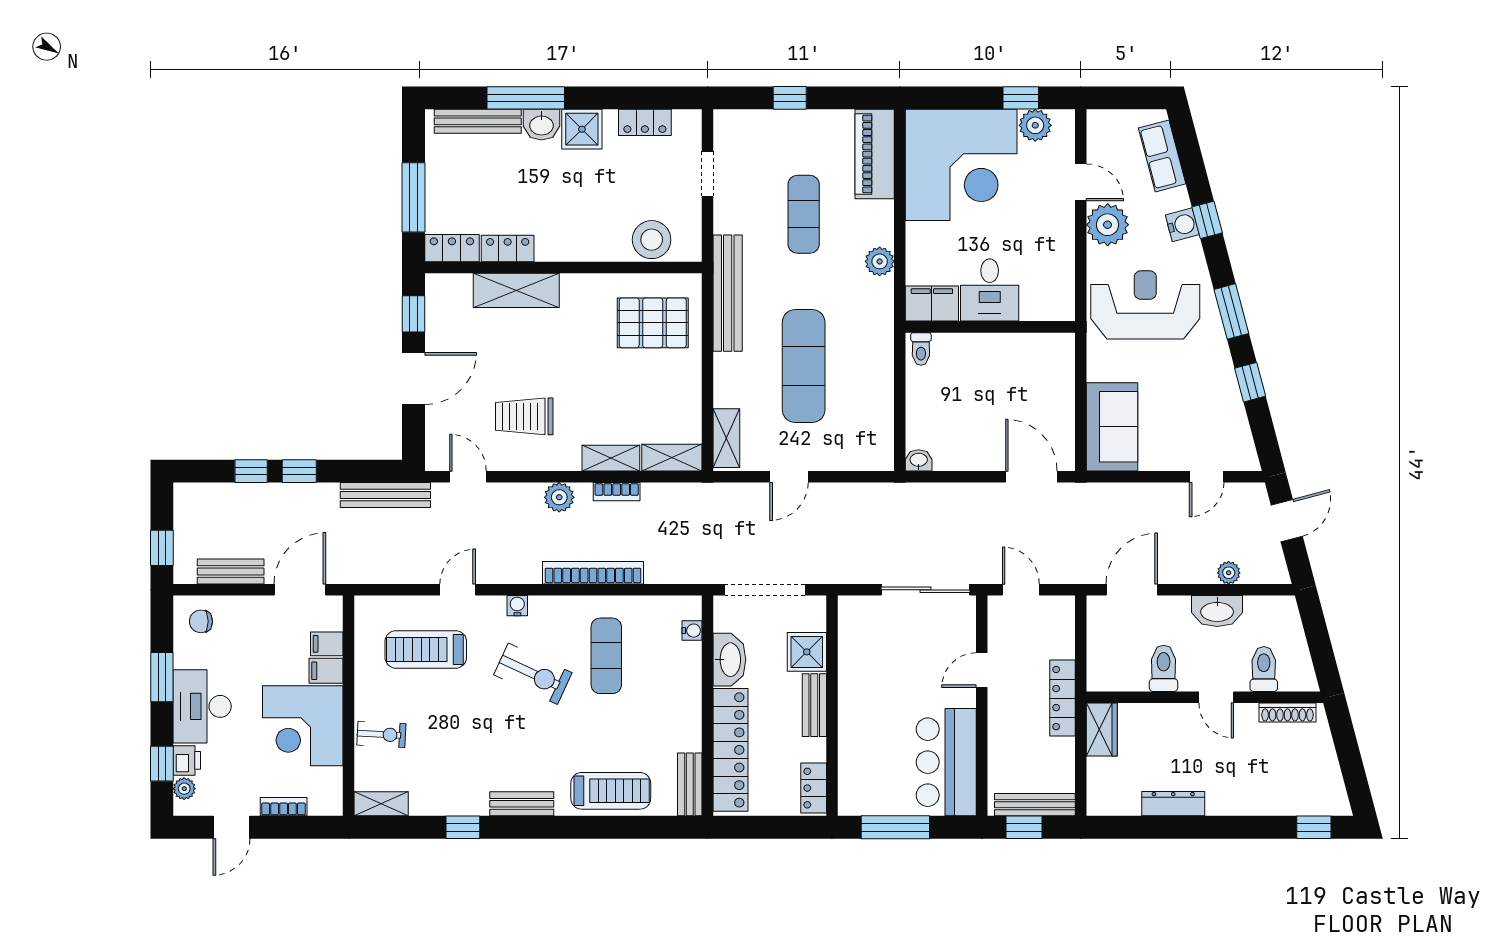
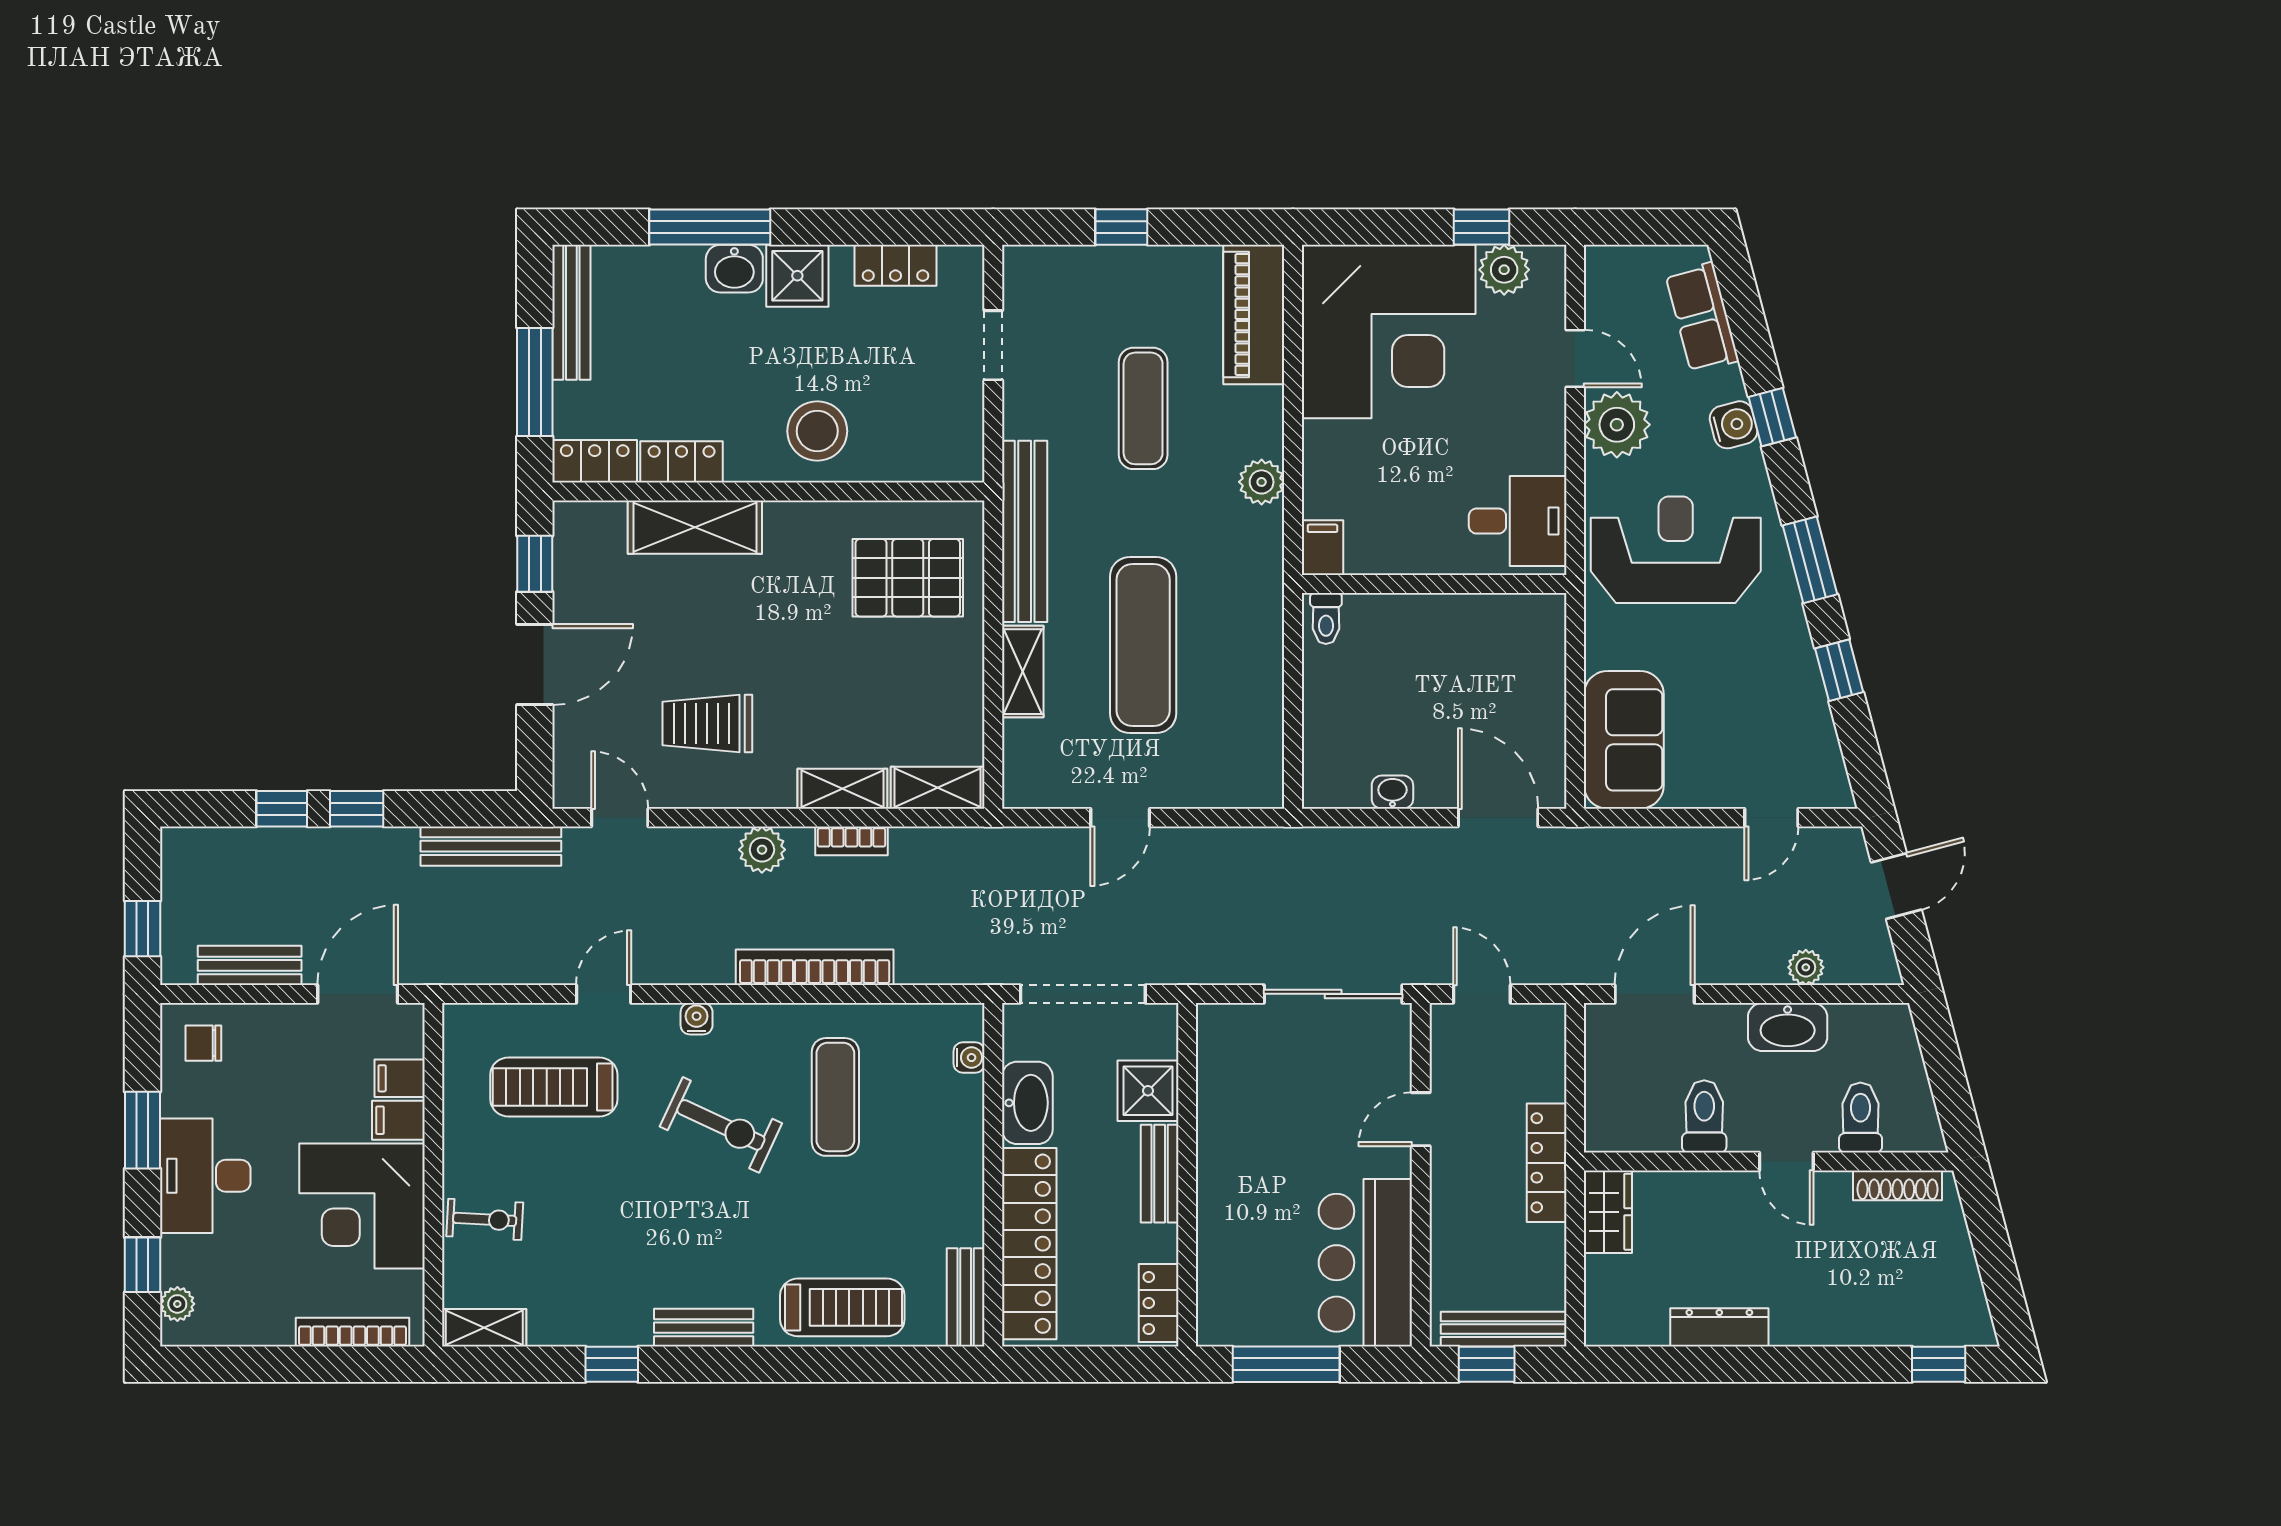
bench: (478, 121) -> (571, 312), moved, turned 90
stool: (652, 240) -> (817, 431), moved
desk: (990, 290) -> (1518, 521), moved, turned -90
filing cabinet: (932, 304) -> (1322, 548), width x0.50
shelving: (726, 438) -> (1023, 672), moved
washbasin: (919, 460) -> (1392, 792), moved
printer: (187, 760) -> (181, 1260), removed
bookcase: (284, 807) -> (352, 1332), width x1.56
door: (231, 827) -> (251, 1364), removed

